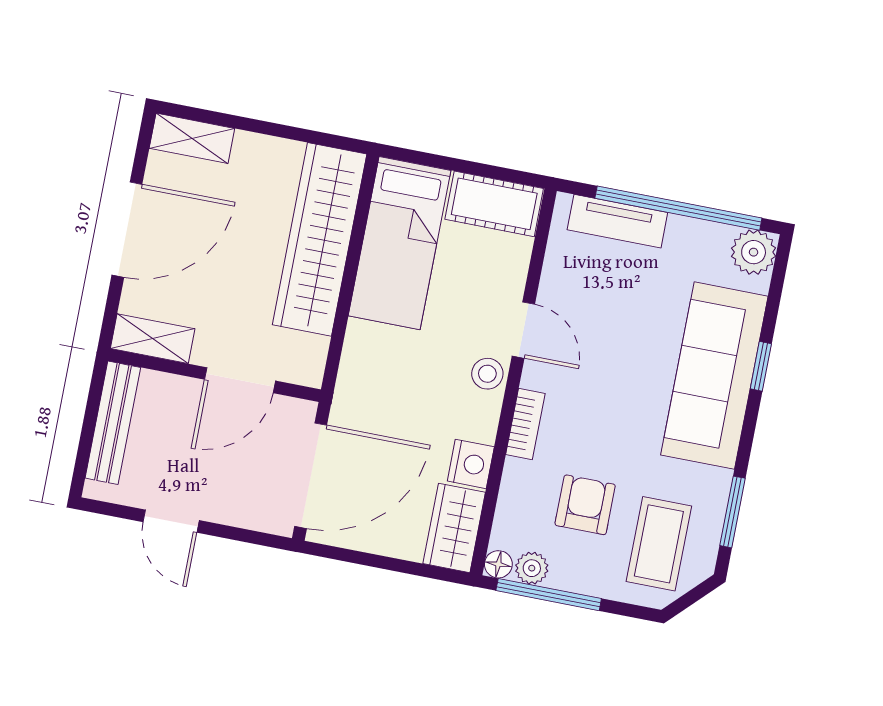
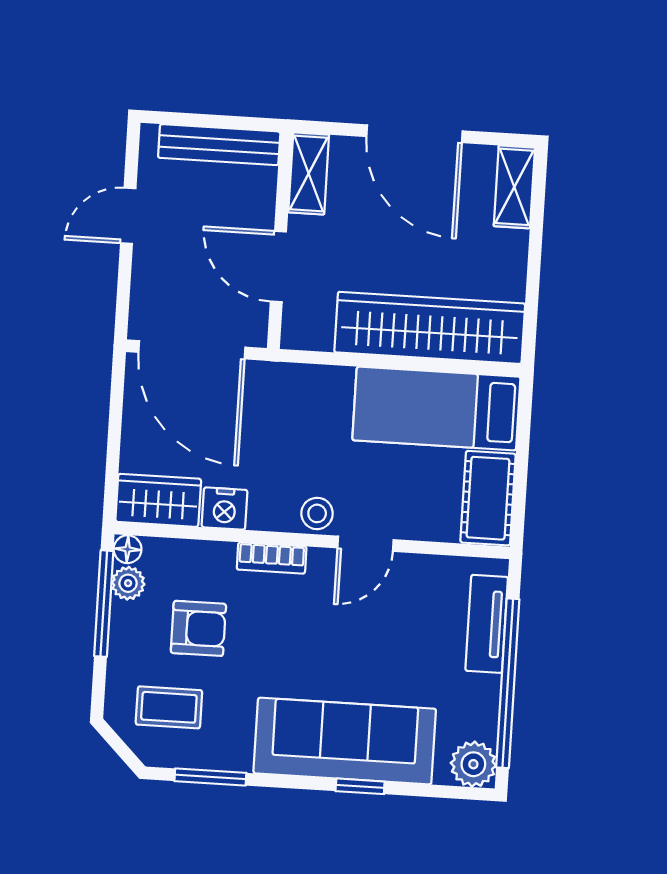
coffee table: (659, 544) -> (169, 707), width x0.73, depth x0.77

